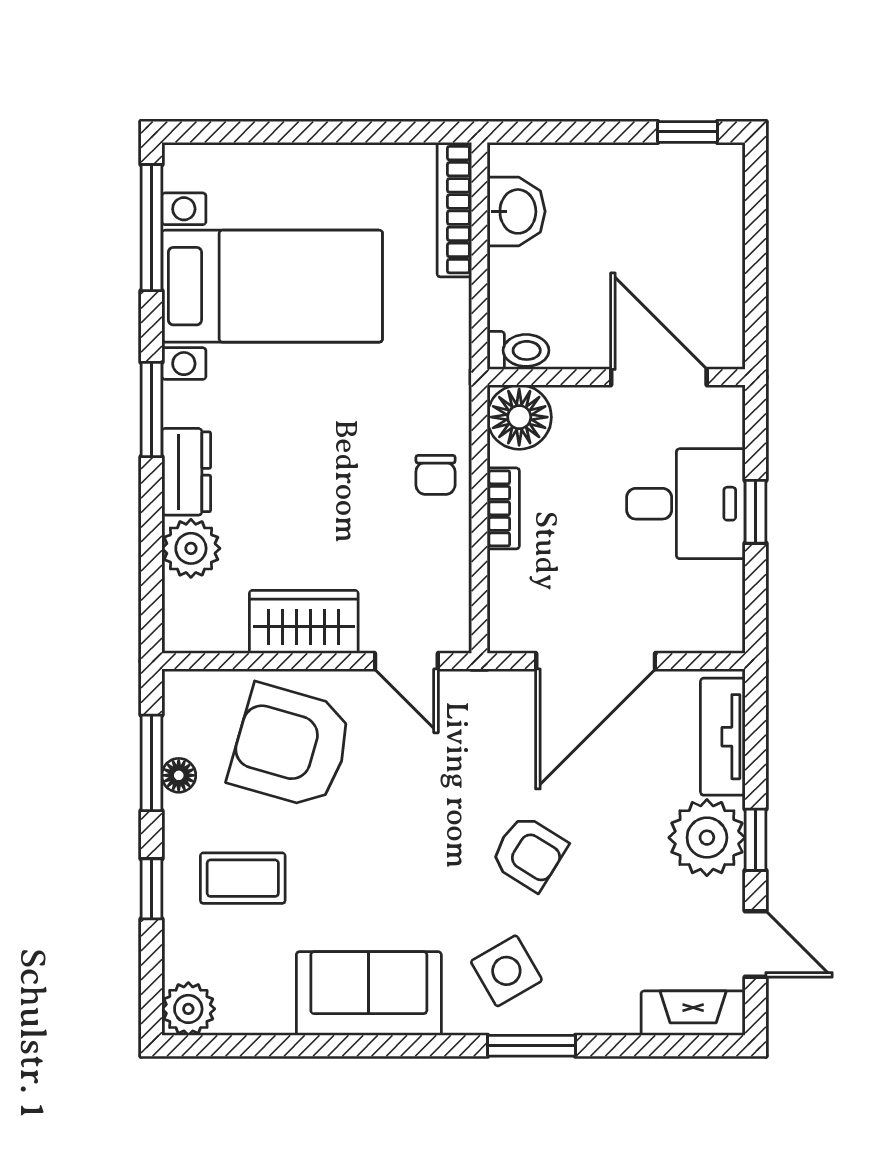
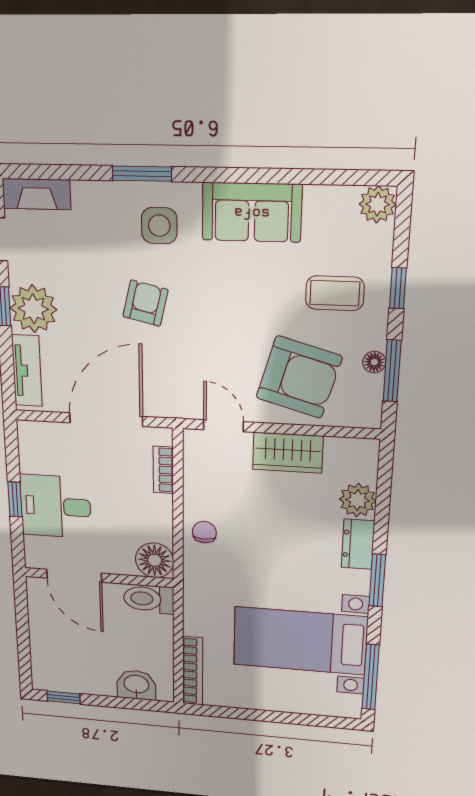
washbasin: (516, 211) -> (136, 685), moved, turned 90
toilet: (518, 350) -> (149, 599), width x1.37, depth x1.39
bookcase: (503, 508) -> (163, 470), moved
armchair: (529, 853) -> (145, 303), turned 71
side table: (506, 971) -> (159, 226), turned 30

